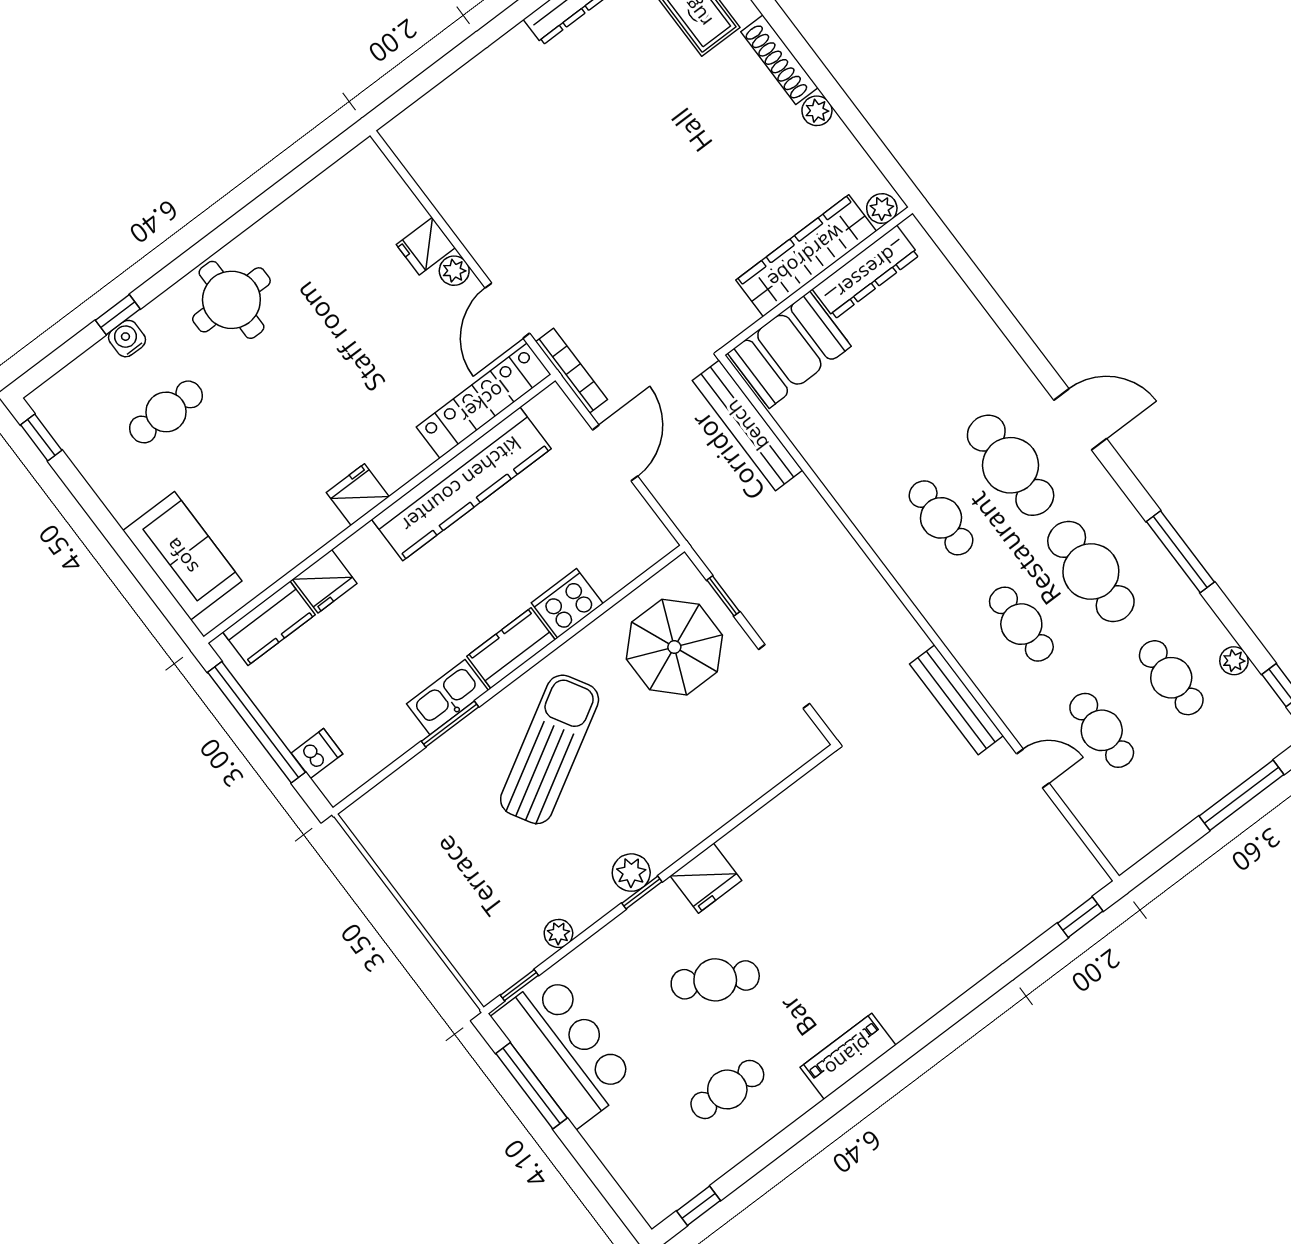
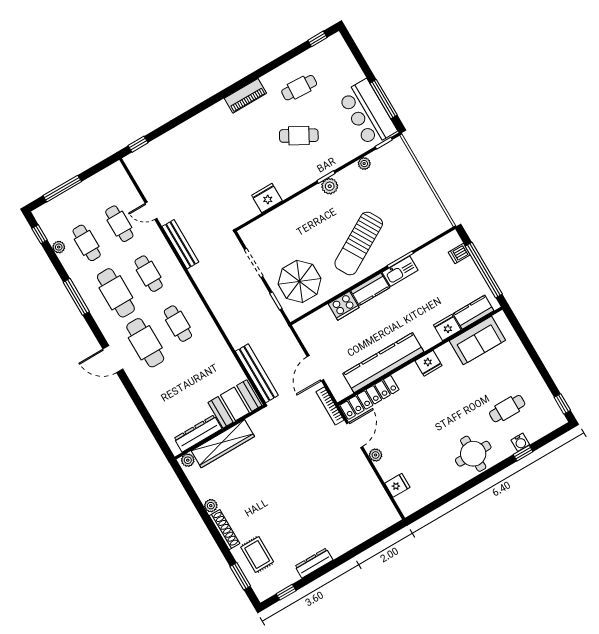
fridge: (426, 246) -> (397, 485), moved
sofa: (182, 556) -> (477, 340), moved, turned -90
fridge: (706, 878) -> (267, 198), moved

